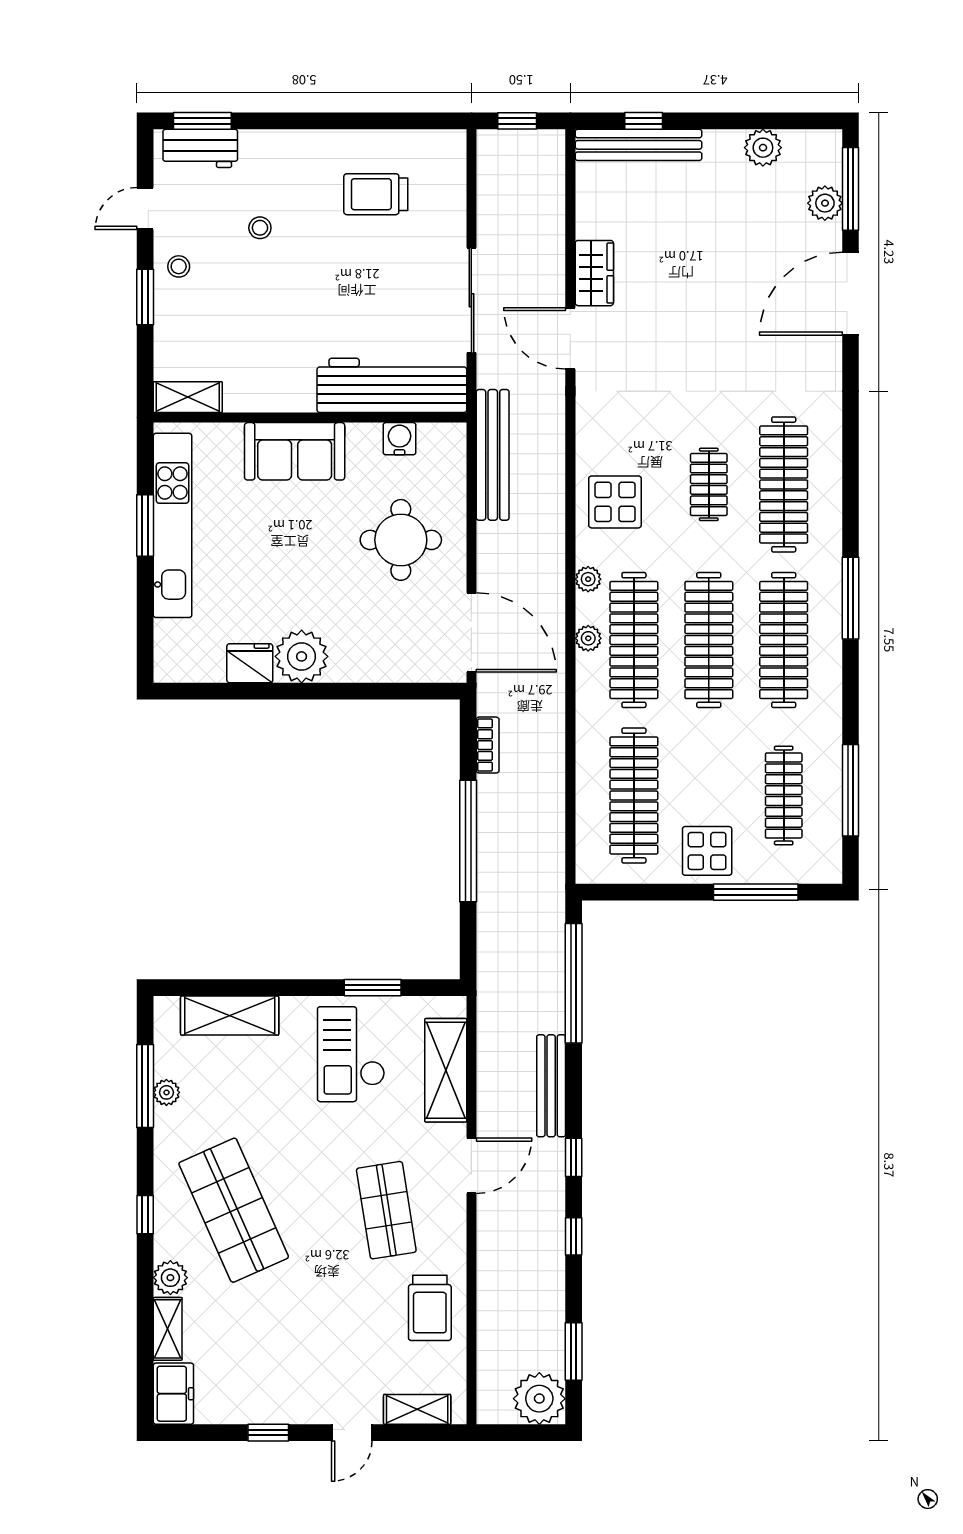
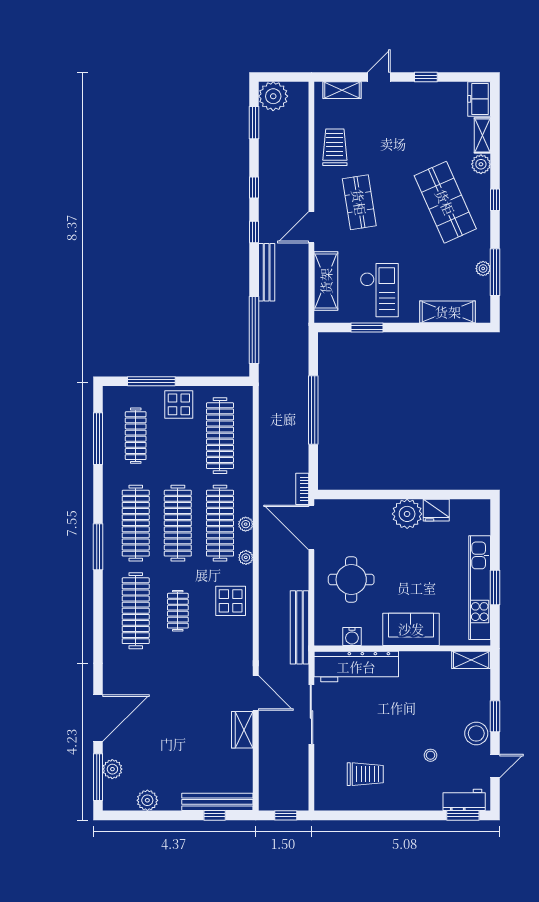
stool: (179, 266) -> (476, 733), width x1.89, depth x1.89
bookcase: (488, 745) -> (302, 489), moved

